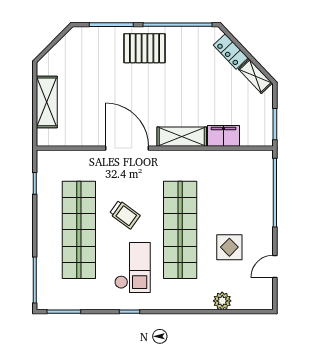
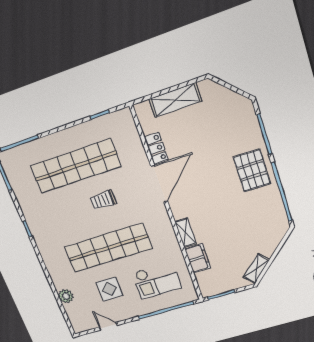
locker: (231, 51) -> (156, 148), moved, turned 134
shelving: (182, 137) -> (186, 233), width x0.67, depth x0.75
trolley: (125, 215) -> (103, 200), turned 54
checkout: (133, 267) -> (157, 280), moved

